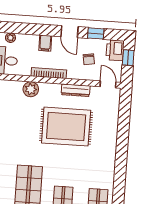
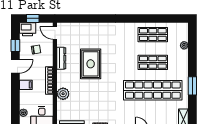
door: (108, 84) -> (55, 33), hinge flipped
rug: (66, 127) -> (91, 64), width x0.73, depth x0.69

